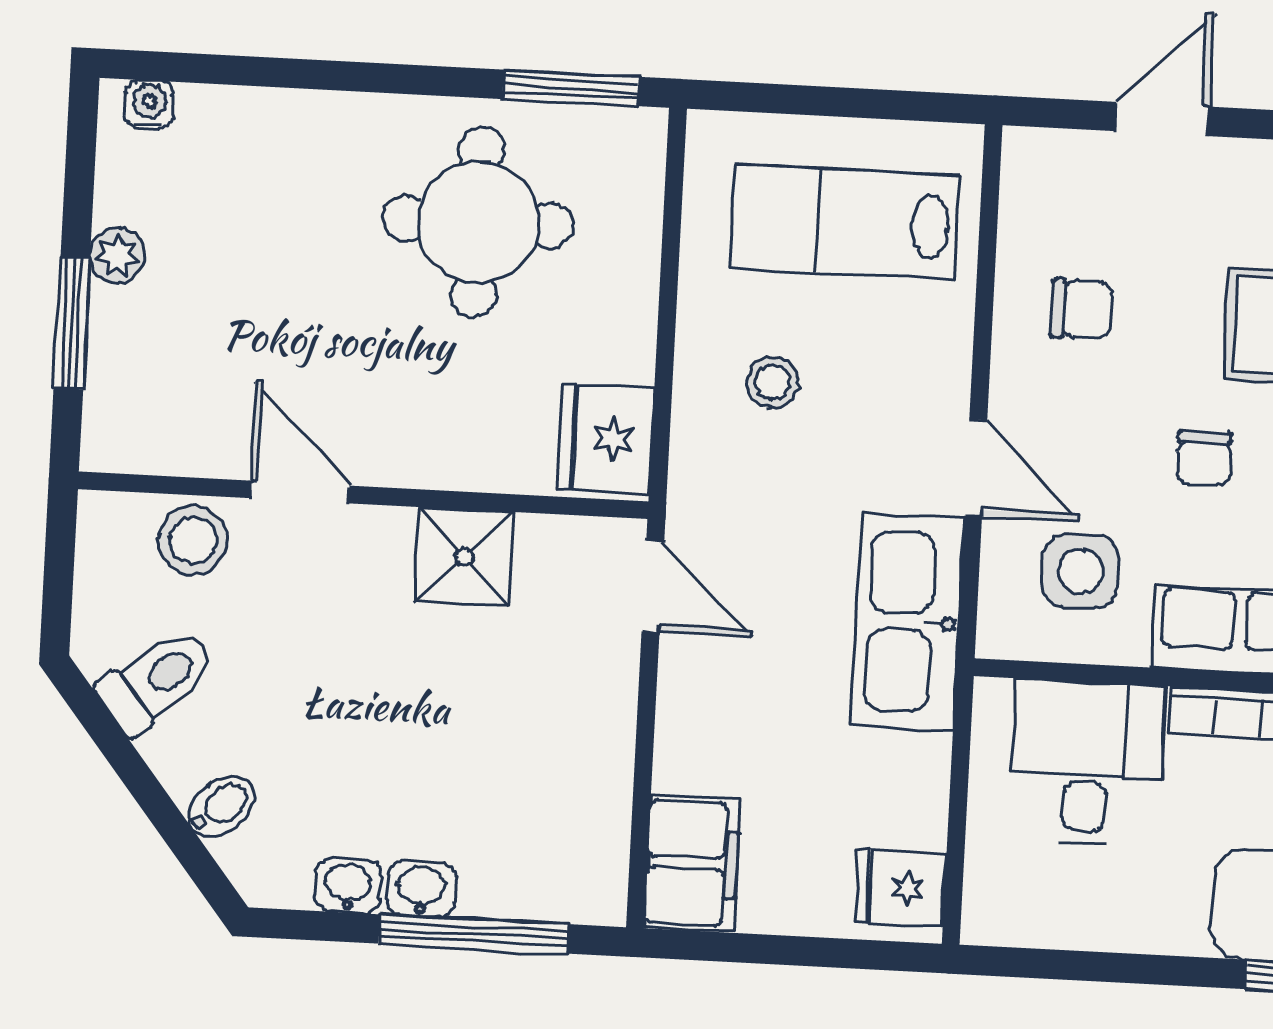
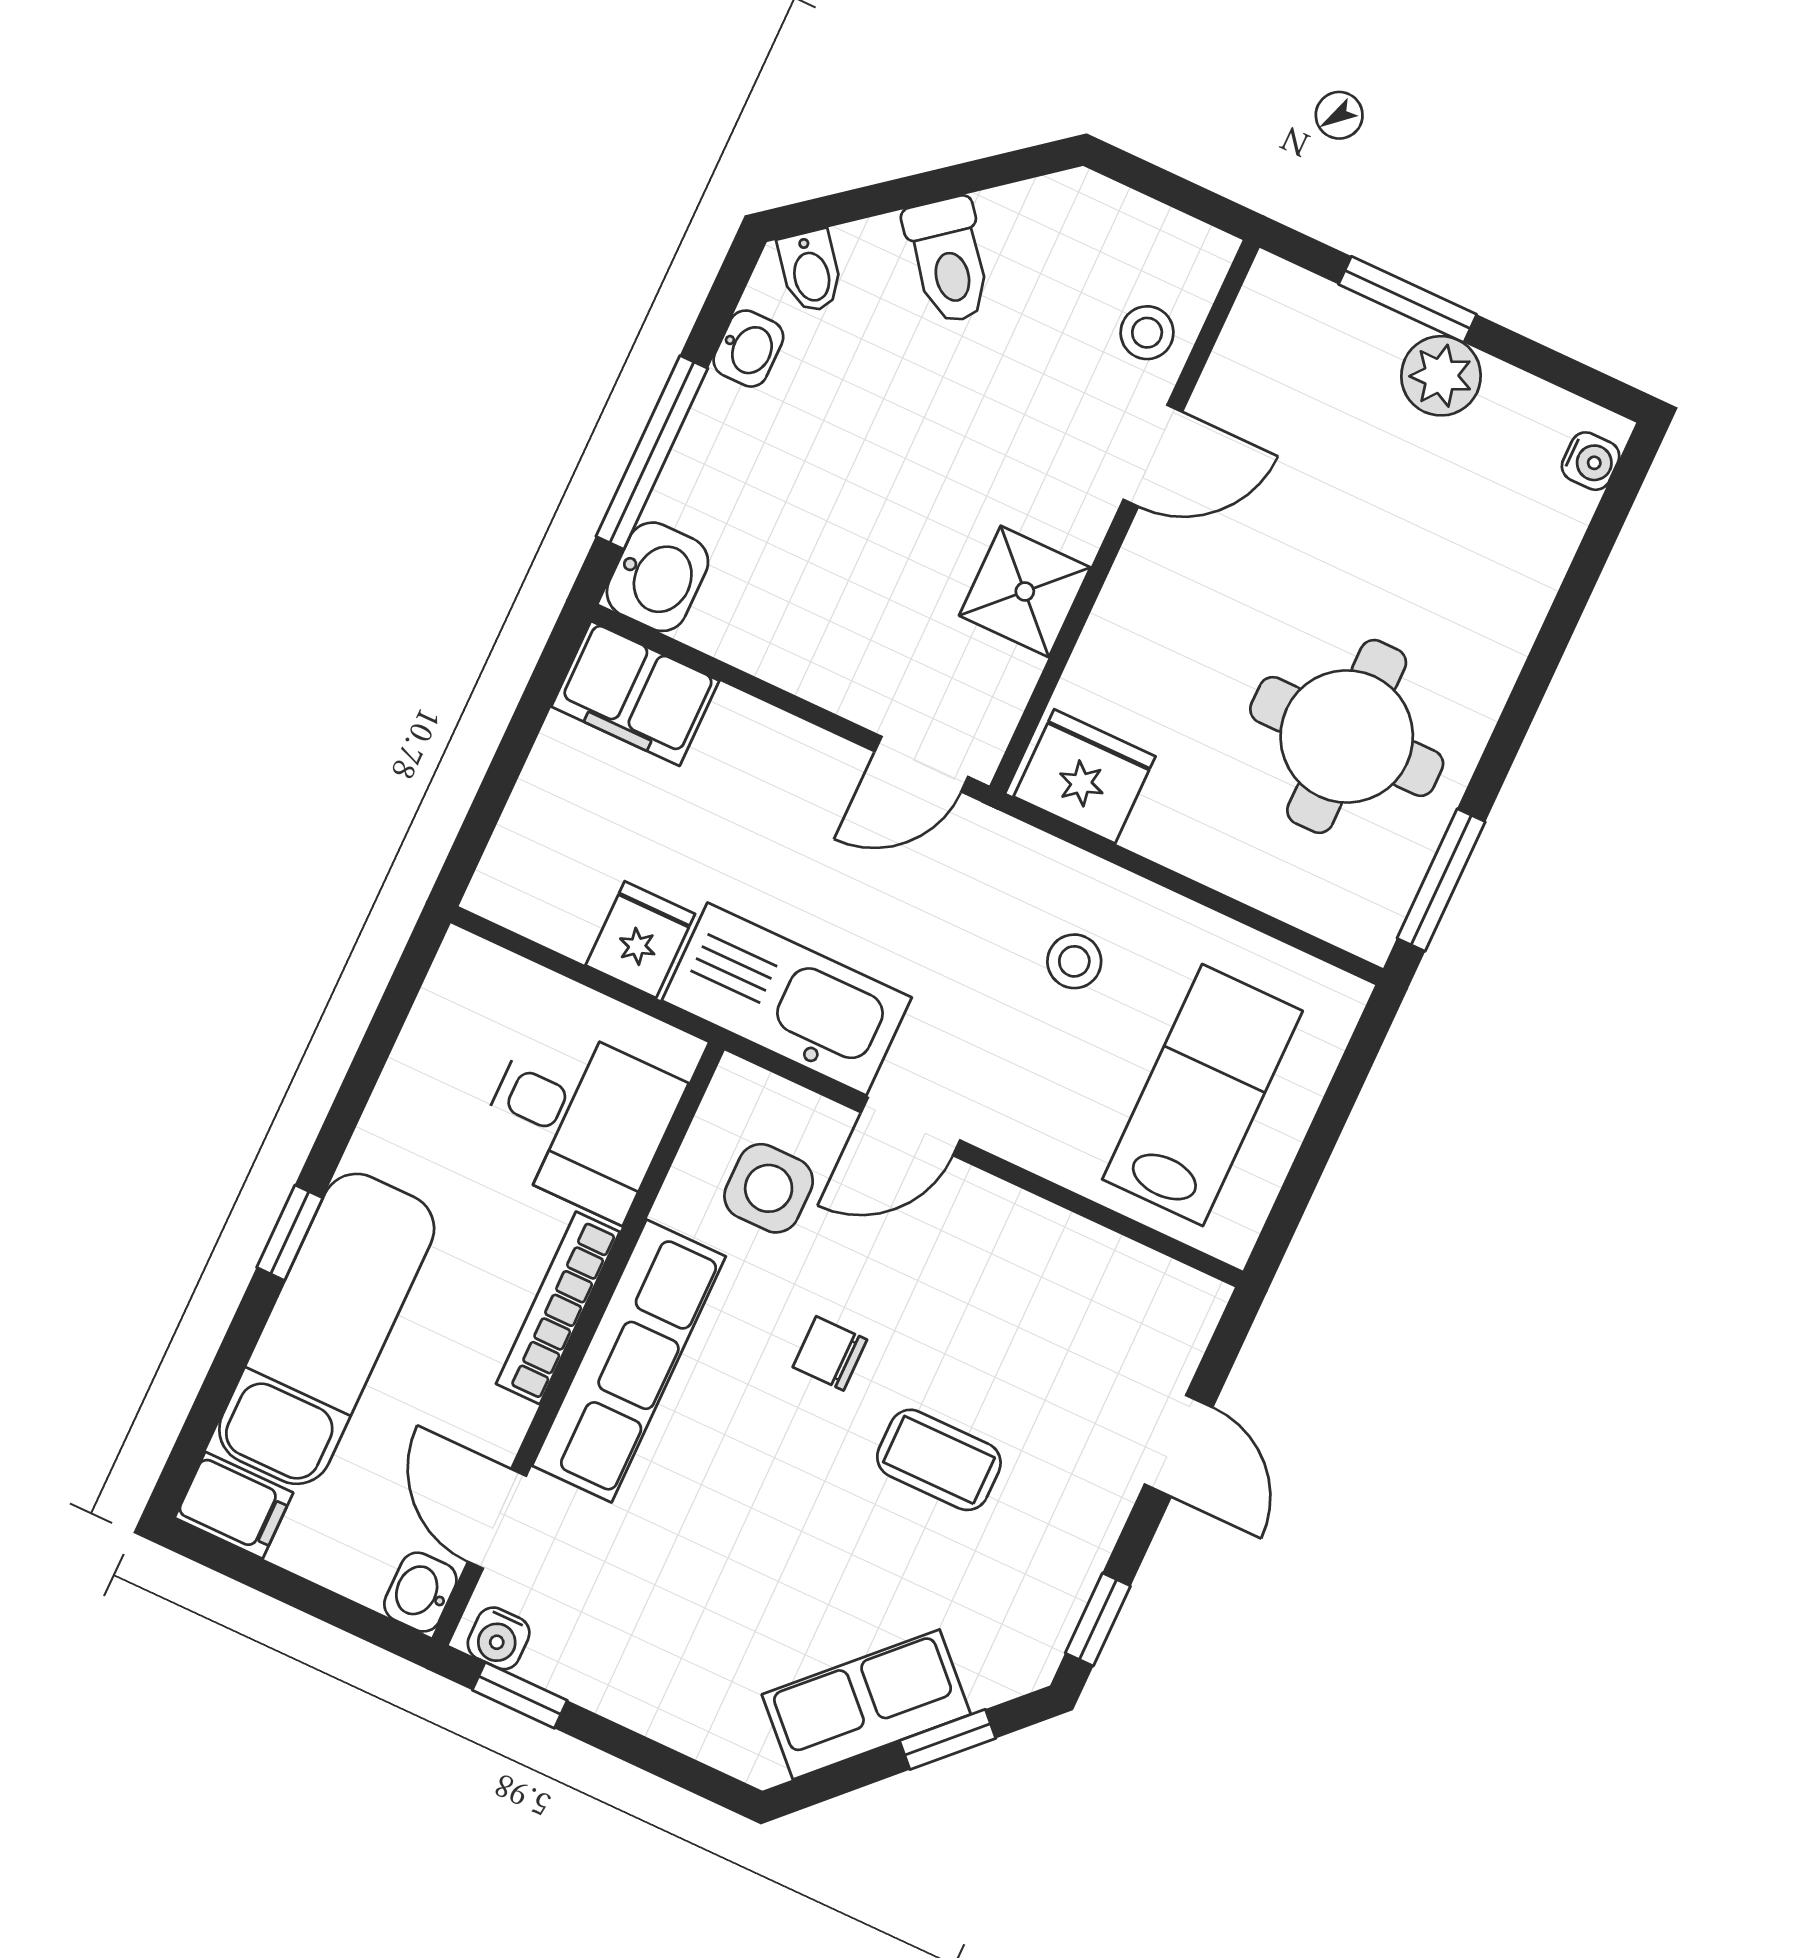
plant: (117, 256) -> (1441, 376), width x1.38, depth x1.38
chair: (1081, 309) -> (1024, 1292), removed
stool: (193, 541) -> (1147, 333), width x0.73, depth x0.73
toilet: (157, 681) -> (949, 260), moved
bidet: (221, 806) -> (811, 271), moved
fridge: (901, 888) -> (640, 940), moved
washbasin: (421, 889) -> (657, 577), moved, width x1.38, depth x1.45

